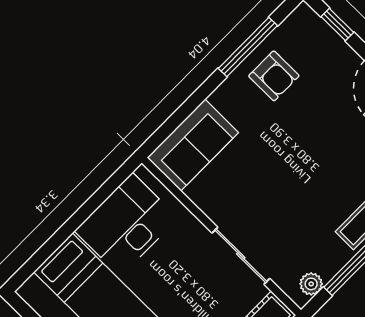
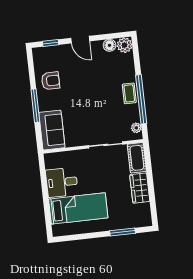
window: (248, 47) -> (35, 106), moved
desk: (126, 225) -> (62, 182), width x0.73

